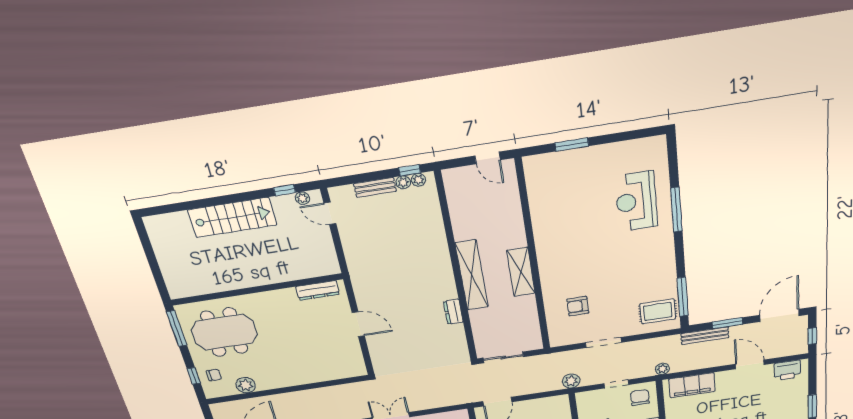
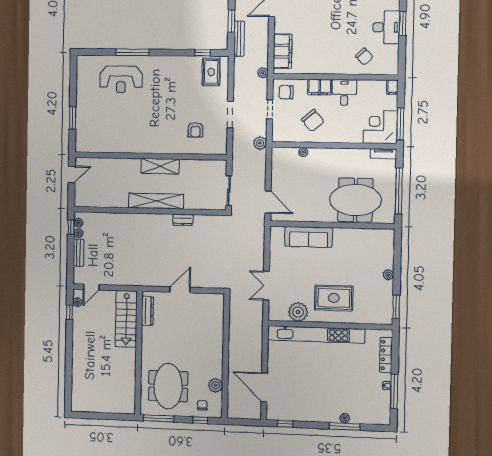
stairs: (232, 217) -> (126, 319), moved, turned 180
window: (683, 297) -> (202, 53), width x0.46

